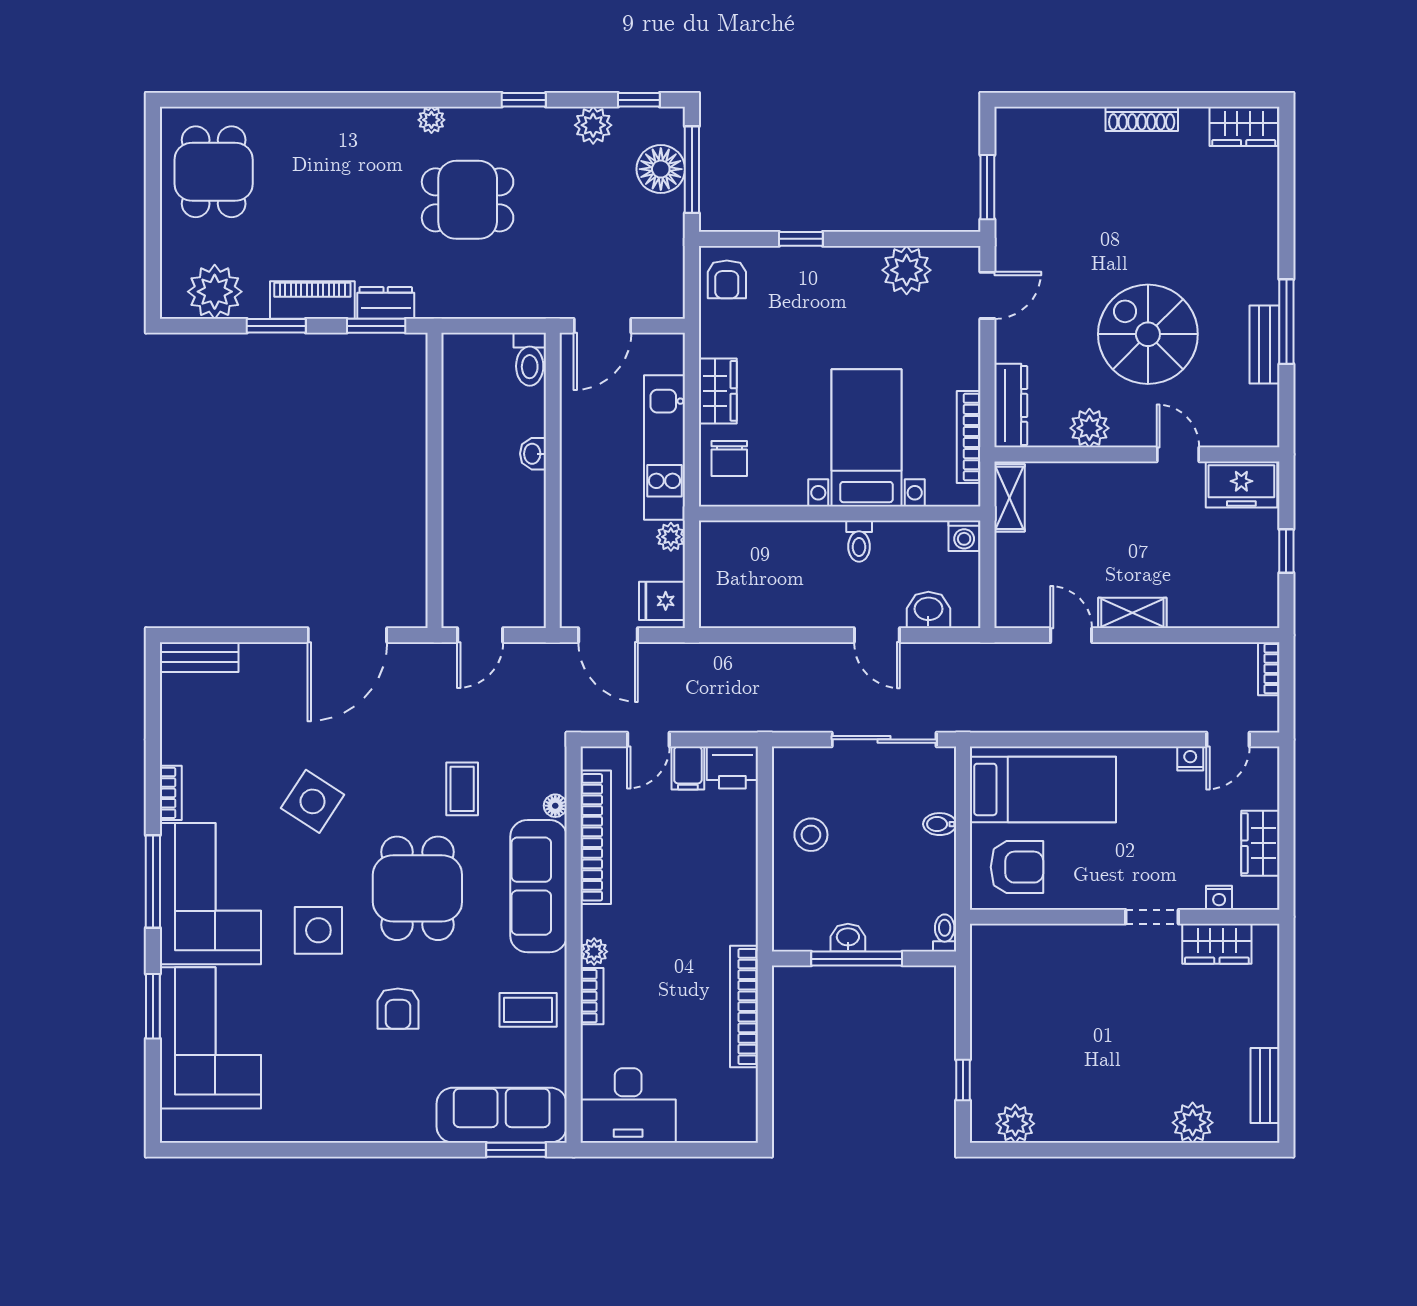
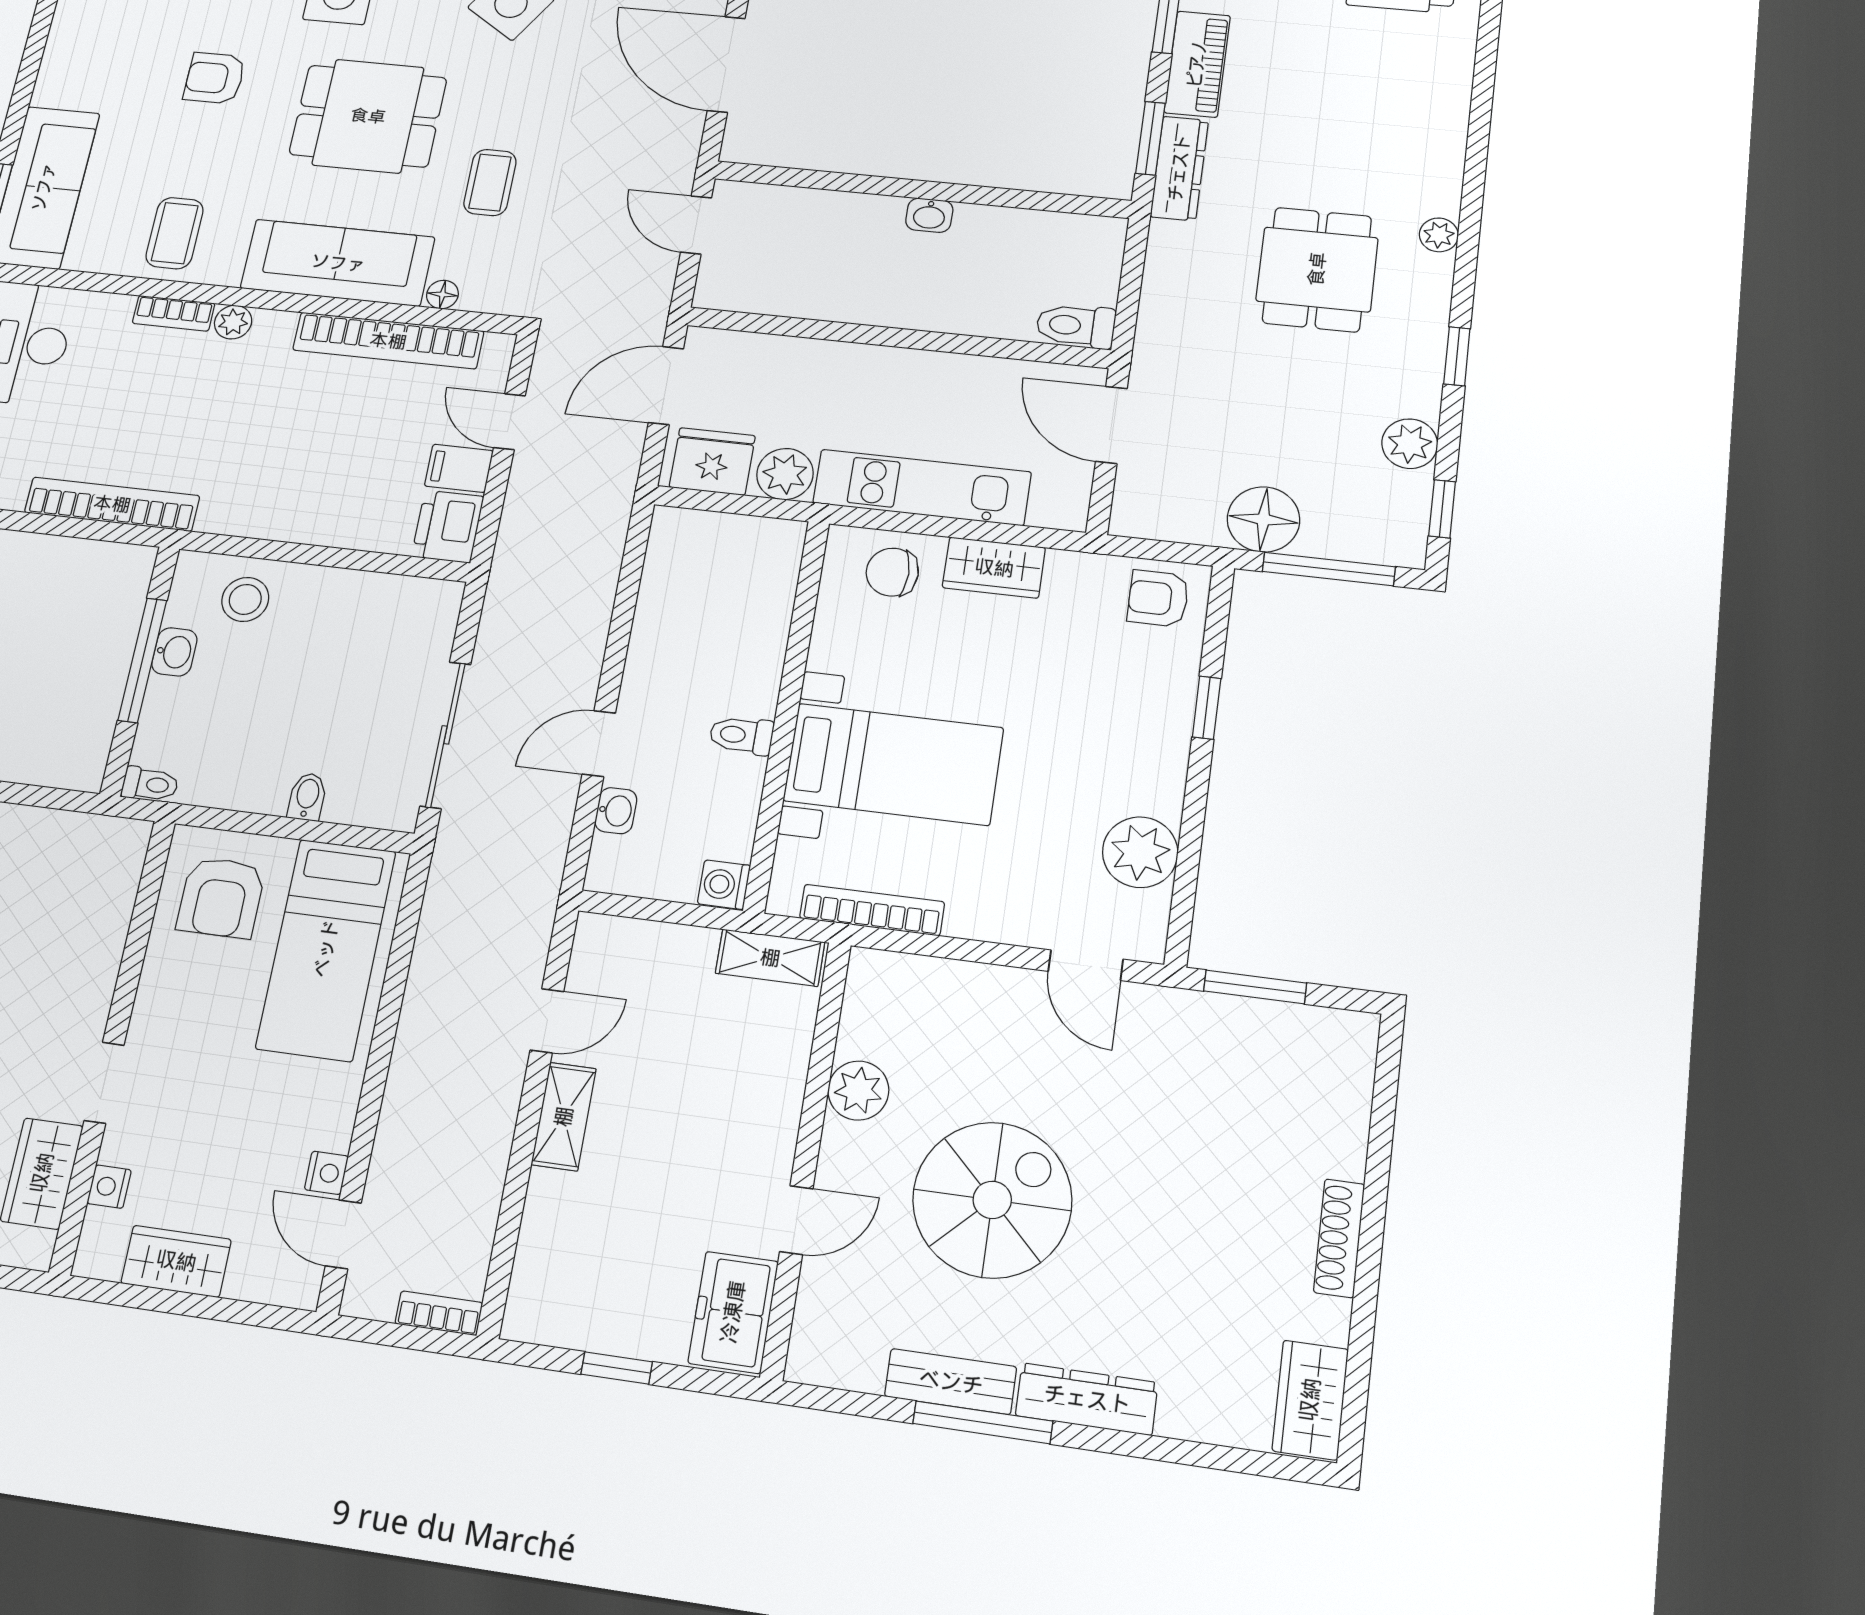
floor lamp: (661, 169) -> (1263, 519), moved
dresser: (386, 303) -> (1179, 168), width x1.44
dresser: (1011, 405) -> (1087, 1399), moved, turned 180
washbasin: (533, 454) -> (929, 215), moved, turned 180
plant: (671, 537) -> (785, 474), width x1.38, depth x1.38
fridge: (662, 601) -> (712, 461), width x1.38
washbasin: (928, 610) -> (616, 811), width x0.72, depth x0.69
coffee table: (462, 789) -> (490, 182), turned 90
stool: (811, 835) -> (245, 599), moved

